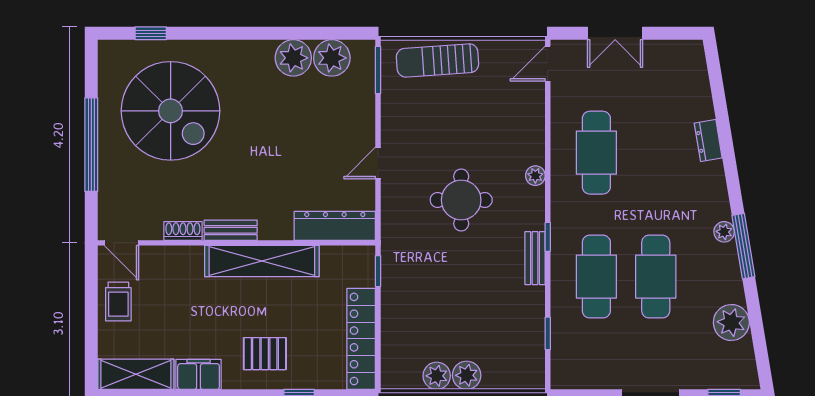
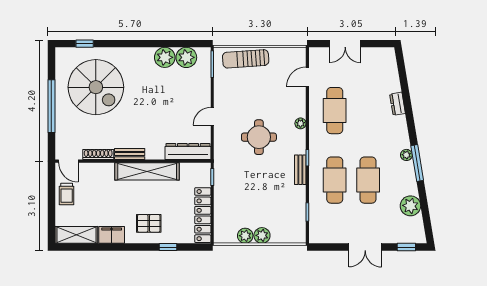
door: (548, 64) -> (307, 77), moved
shoe rack: (183, 231) -> (98, 155), width x1.43

